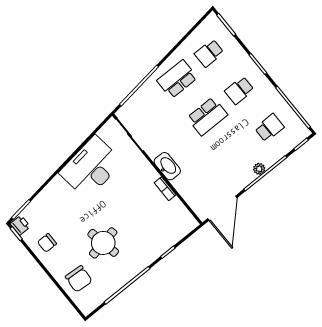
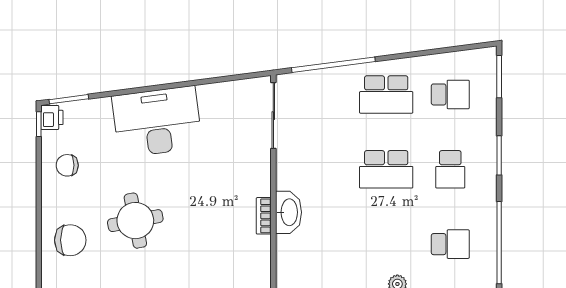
school desk: (209, 53) -> (450, 94), turned 180
school desk: (177, 79) -> (386, 94), turned 180
school desk: (239, 90) -> (450, 169), turned -90
washbasin: (167, 166) -> (288, 212), moved
desk: (91, 167) -> (157, 122), moved
chair: (79, 279) -> (70, 240), turned -94

